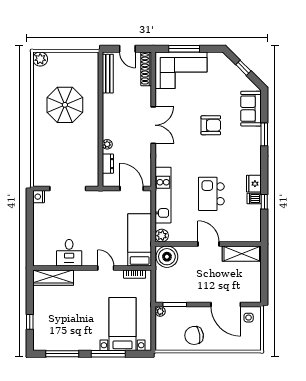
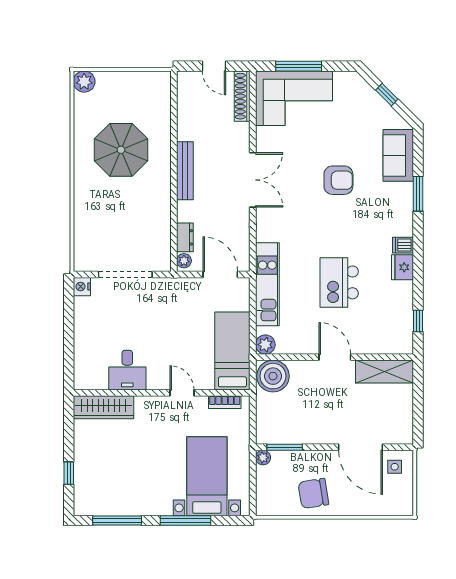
bench: (108, 74) -> (185, 171), moved
plant: (107, 144) -> (184, 261), moved
dishwasher: (254, 199) -> (403, 245), moved
window: (264, 202) -> (418, 321), moved

